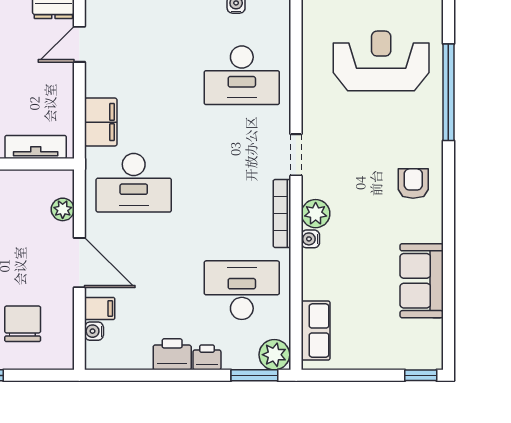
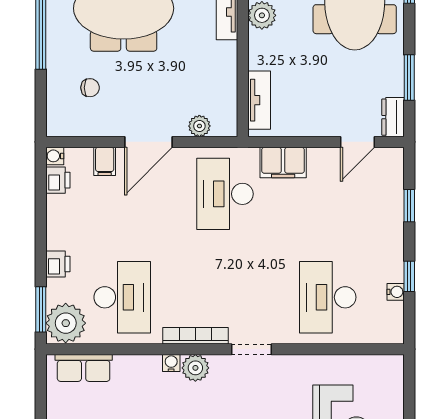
door: (79, 44) -> (357, 142), swing flipped
chair: (23, 324) -> (90, 88), width x0.54, depth x0.54
water cooler: (94, 331) -> (55, 156), moved, turned -90
printer: (172, 354) -> (58, 180), moved, width x0.73, depth x0.81
plant: (274, 355) -> (66, 323), width x1.36, depth x1.36

